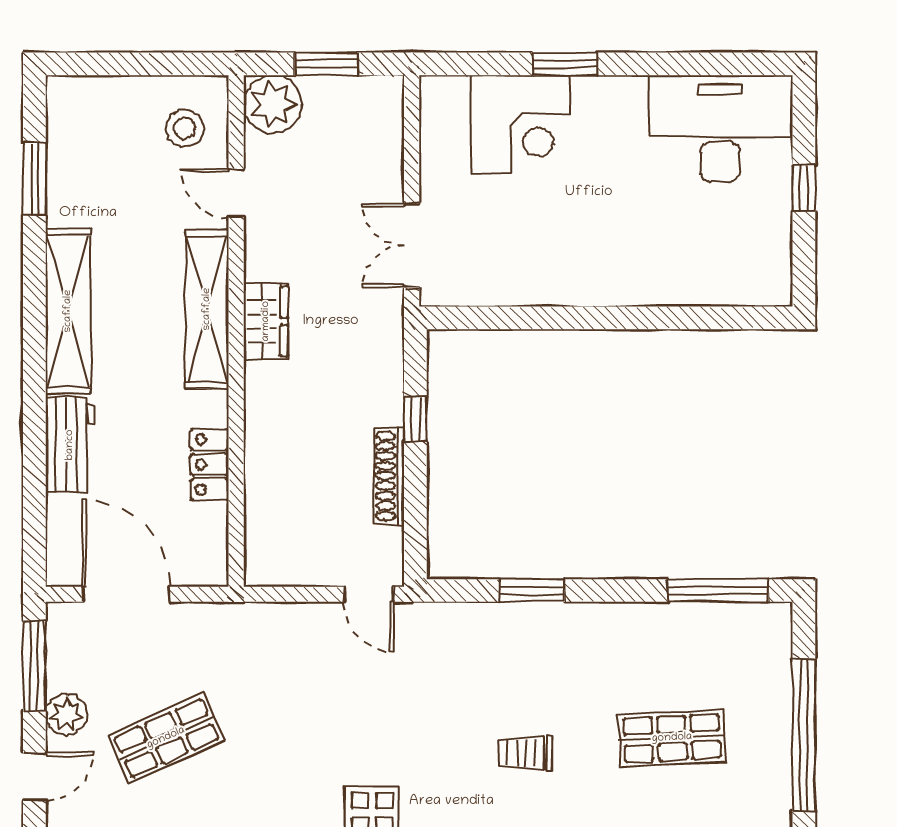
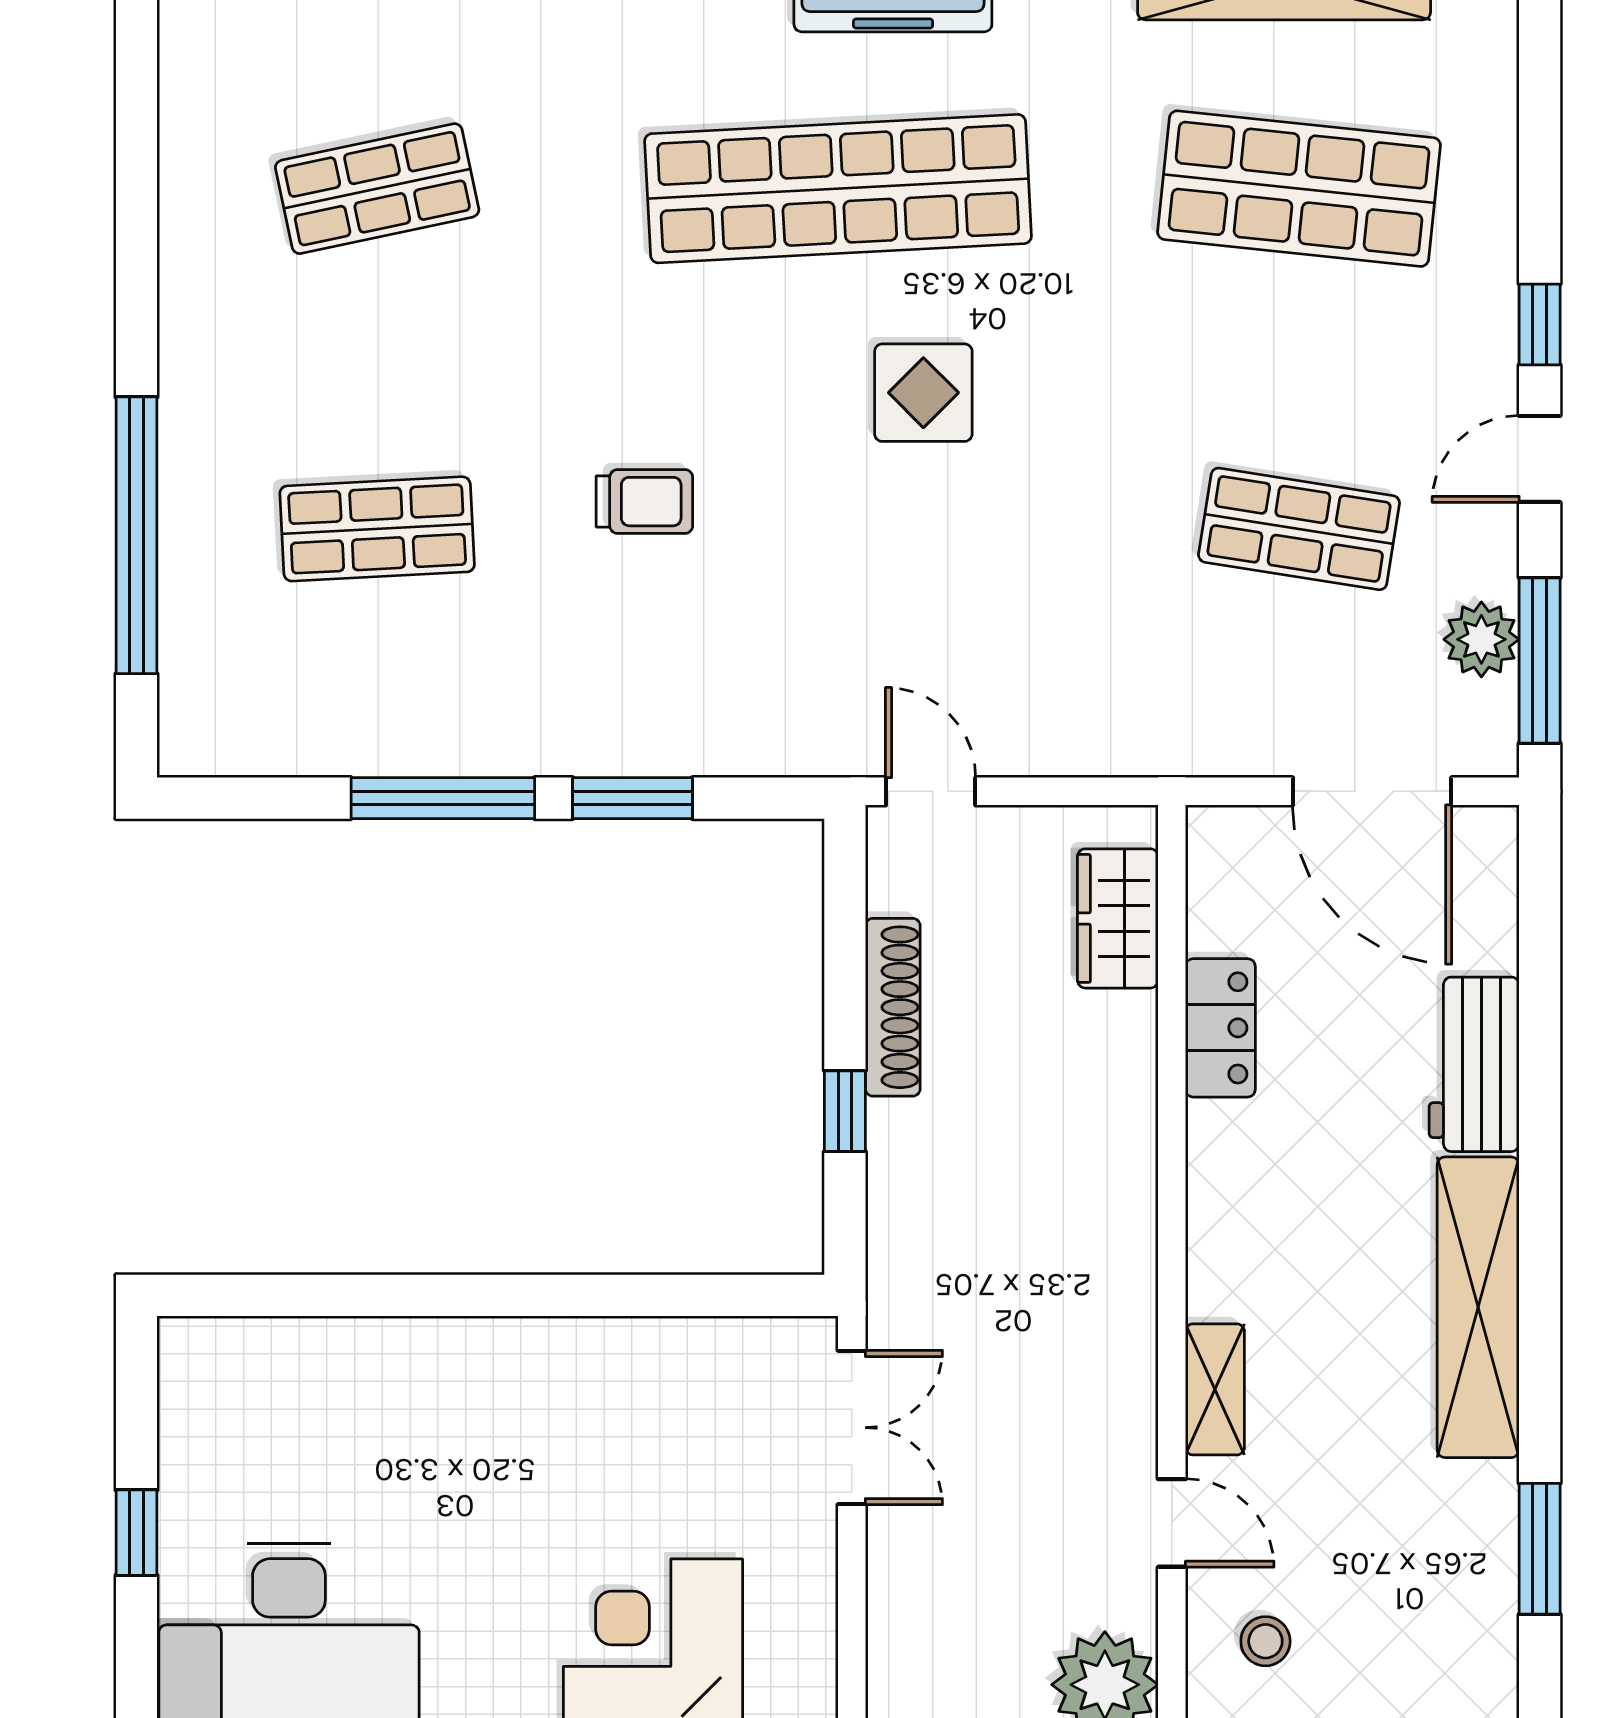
stool: (185, 128) -> (1265, 1641), width x0.73, depth x0.73
shelving: (207, 309) -> (1215, 1389), width x0.45, depth x0.75
wardrobe: (266, 321) -> (1118, 918), moved
window: (718, 591) -> (443, 798), moved
plant: (66, 715) -> (1481, 639), moved
shop shelf: (166, 738) -> (1299, 529), turned 33

